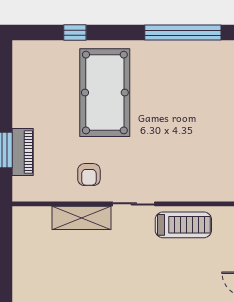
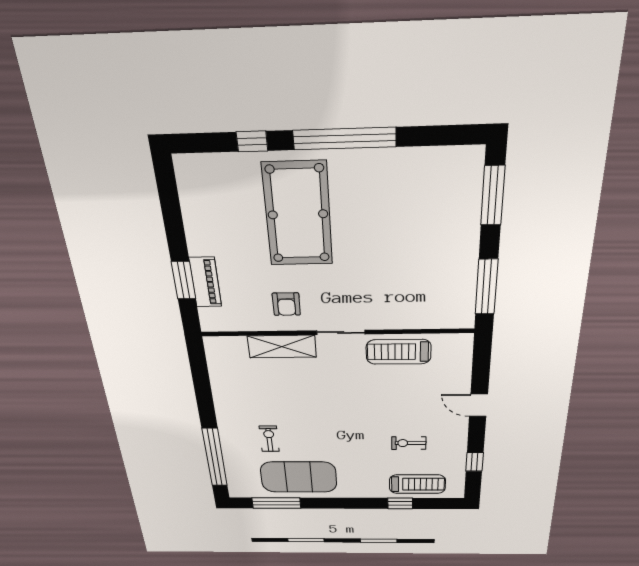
window: (183, 33) -> (344, 139), moved
treadmill: (183, 225) -> (399, 352), turned 180

